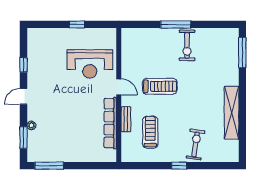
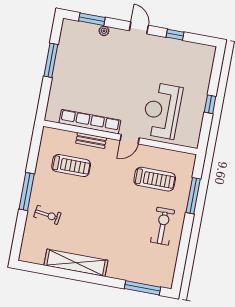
window: (176, 24) -> (193, 196), moved
exercise bike: (187, 45) -> (163, 226), turned 90
treadmill: (160, 86) -> (155, 179), moved, turned -90
exercise bike: (196, 144) -> (47, 215), width x0.73, depth x0.72
window: (49, 166) -> (51, 60), moved
window: (179, 166) -> (27, 192), width x2.17

